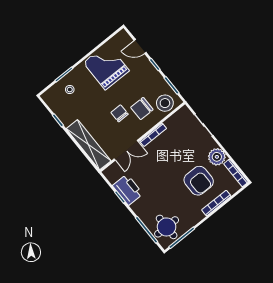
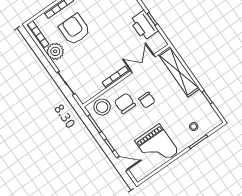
chair: (142, 109) -> (125, 103), turned -90

